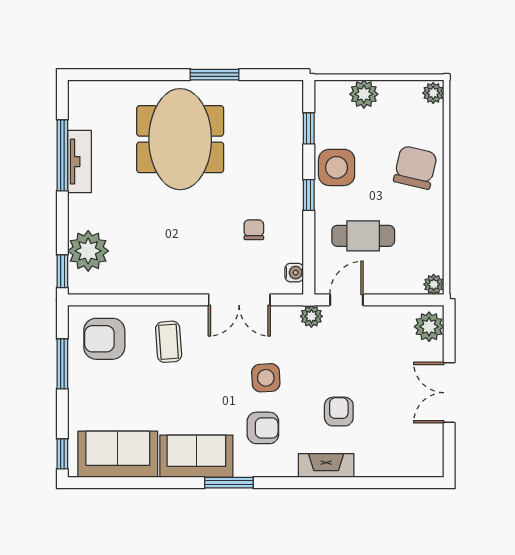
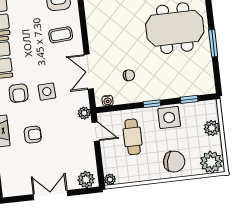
plant: (433, 93) -> (211, 162), width x1.88, depth x1.88

